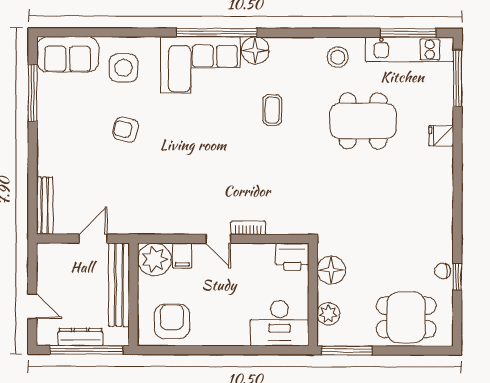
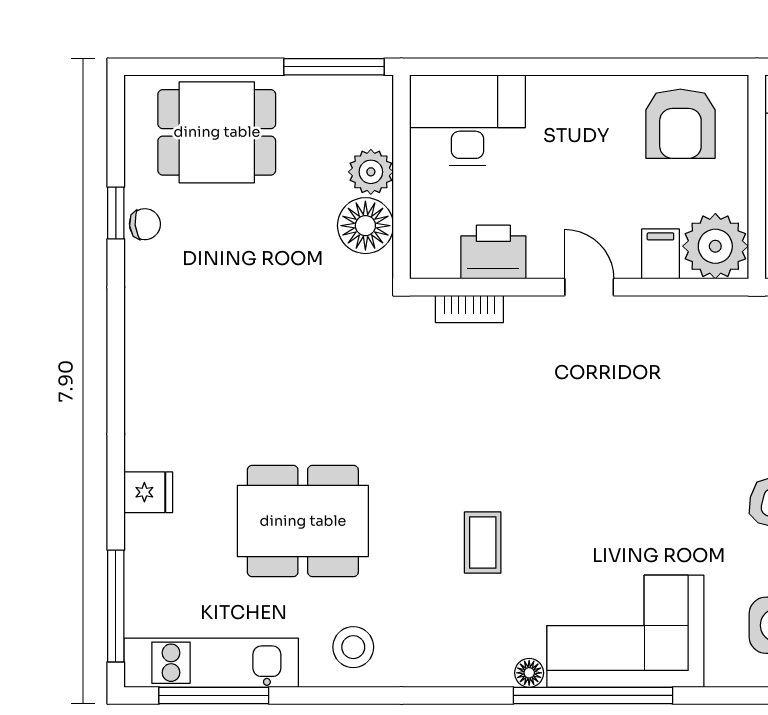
floor lamp: (255, 51) -> (529, 673), width x0.53, depth x0.53
bookcase: (248, 228) -> (469, 309), moved
printer: (292, 257) -> (493, 252), moved
plant: (328, 314) -> (371, 172), moved

